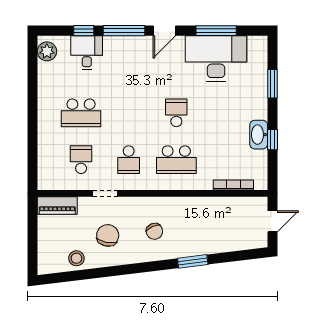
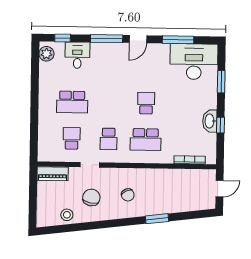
window: (84, 31) -> (63, 38), moved
desk: (216, 58) -> (194, 62), moved

